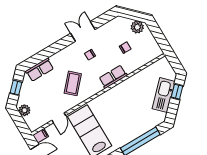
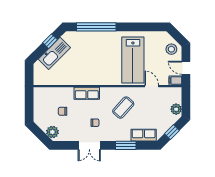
plant: (137, 27) -> (52, 132), moved
window: (50, 51) -> (126, 145), added
window: (177, 92) -> (50, 41), moved
door: (59, 118) -> (152, 86), hinge flipped

